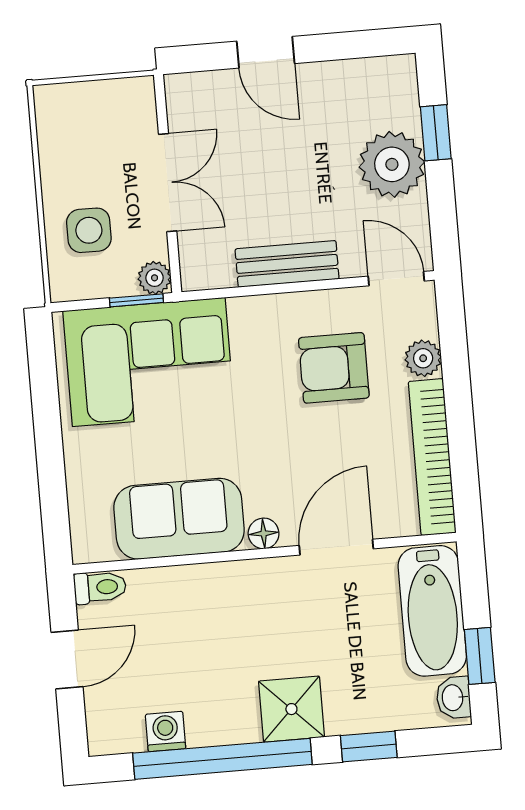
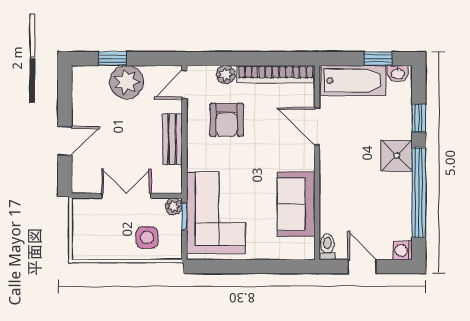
floor lamp: (264, 533) -> (307, 162), removed
washing machine: (166, 732) -> (403, 250), moved

